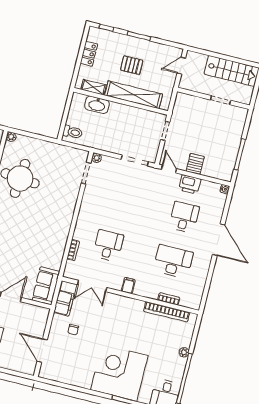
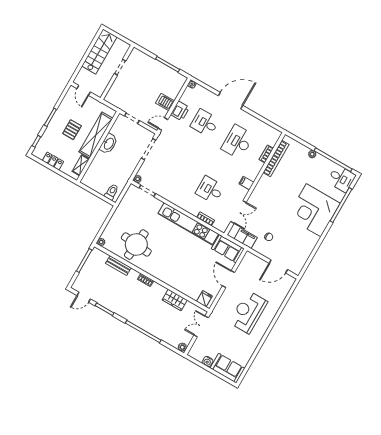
washbasin: (97, 105) -> (109, 144), moved
kitchen unit: (62, 232) -> (188, 224), added

